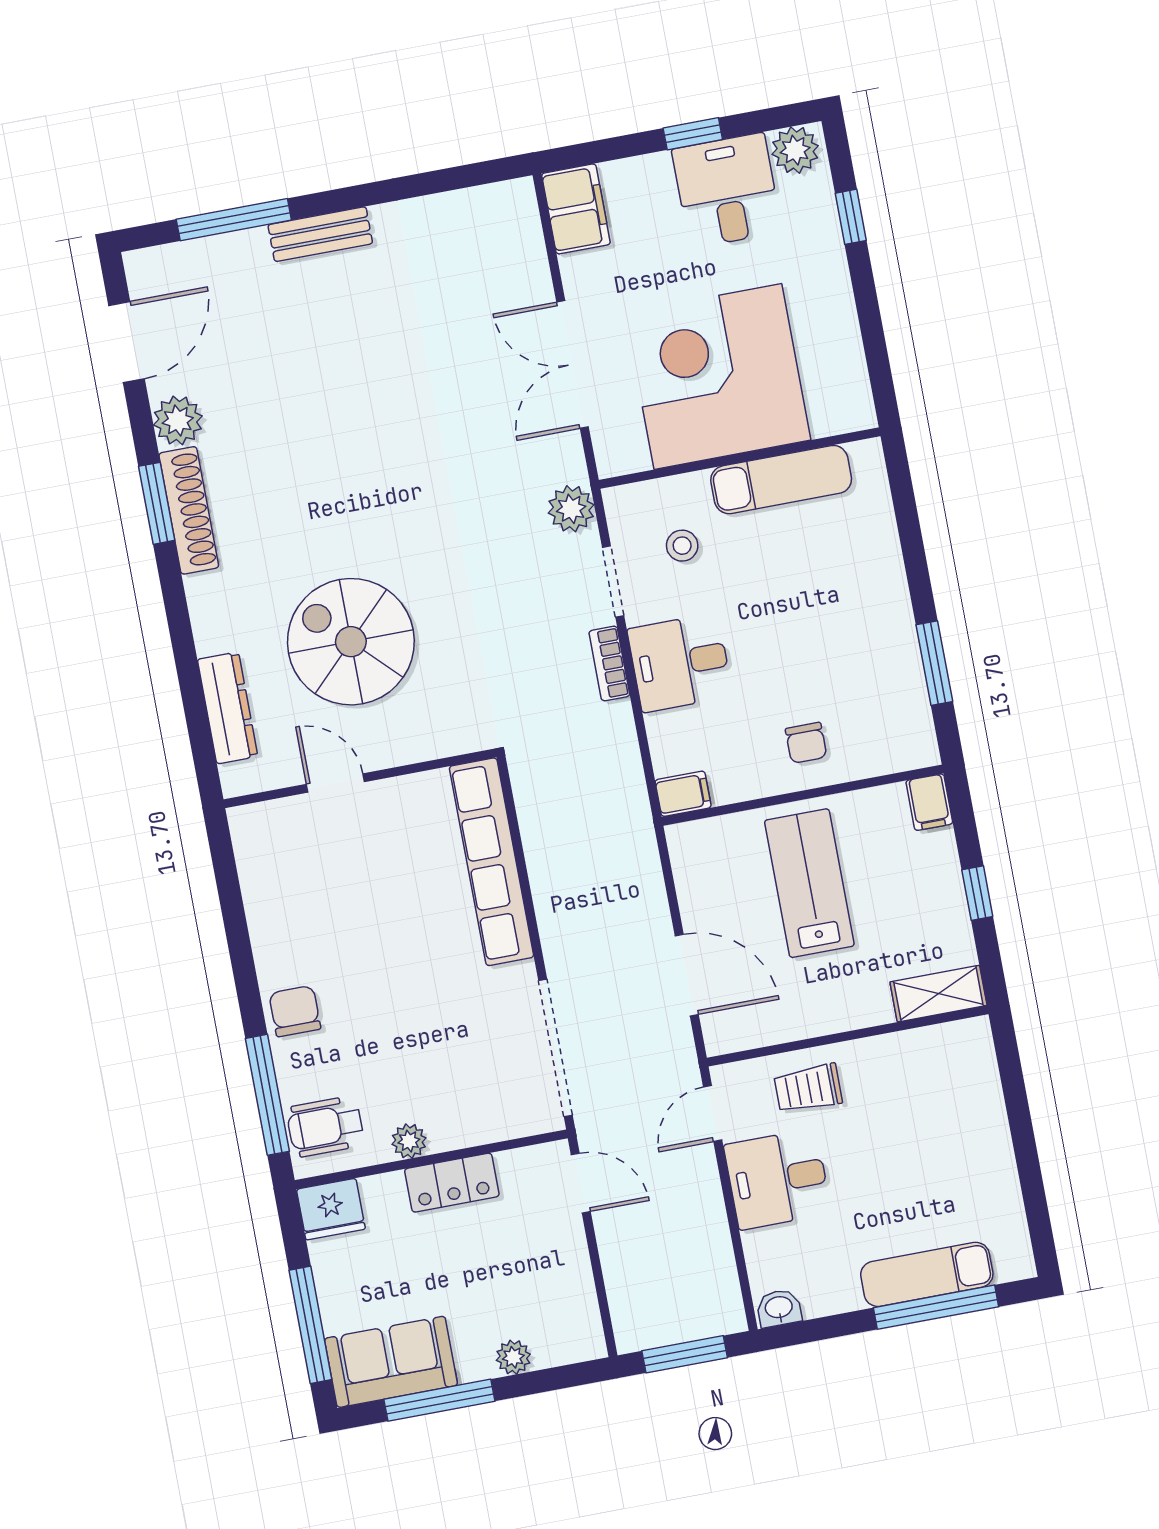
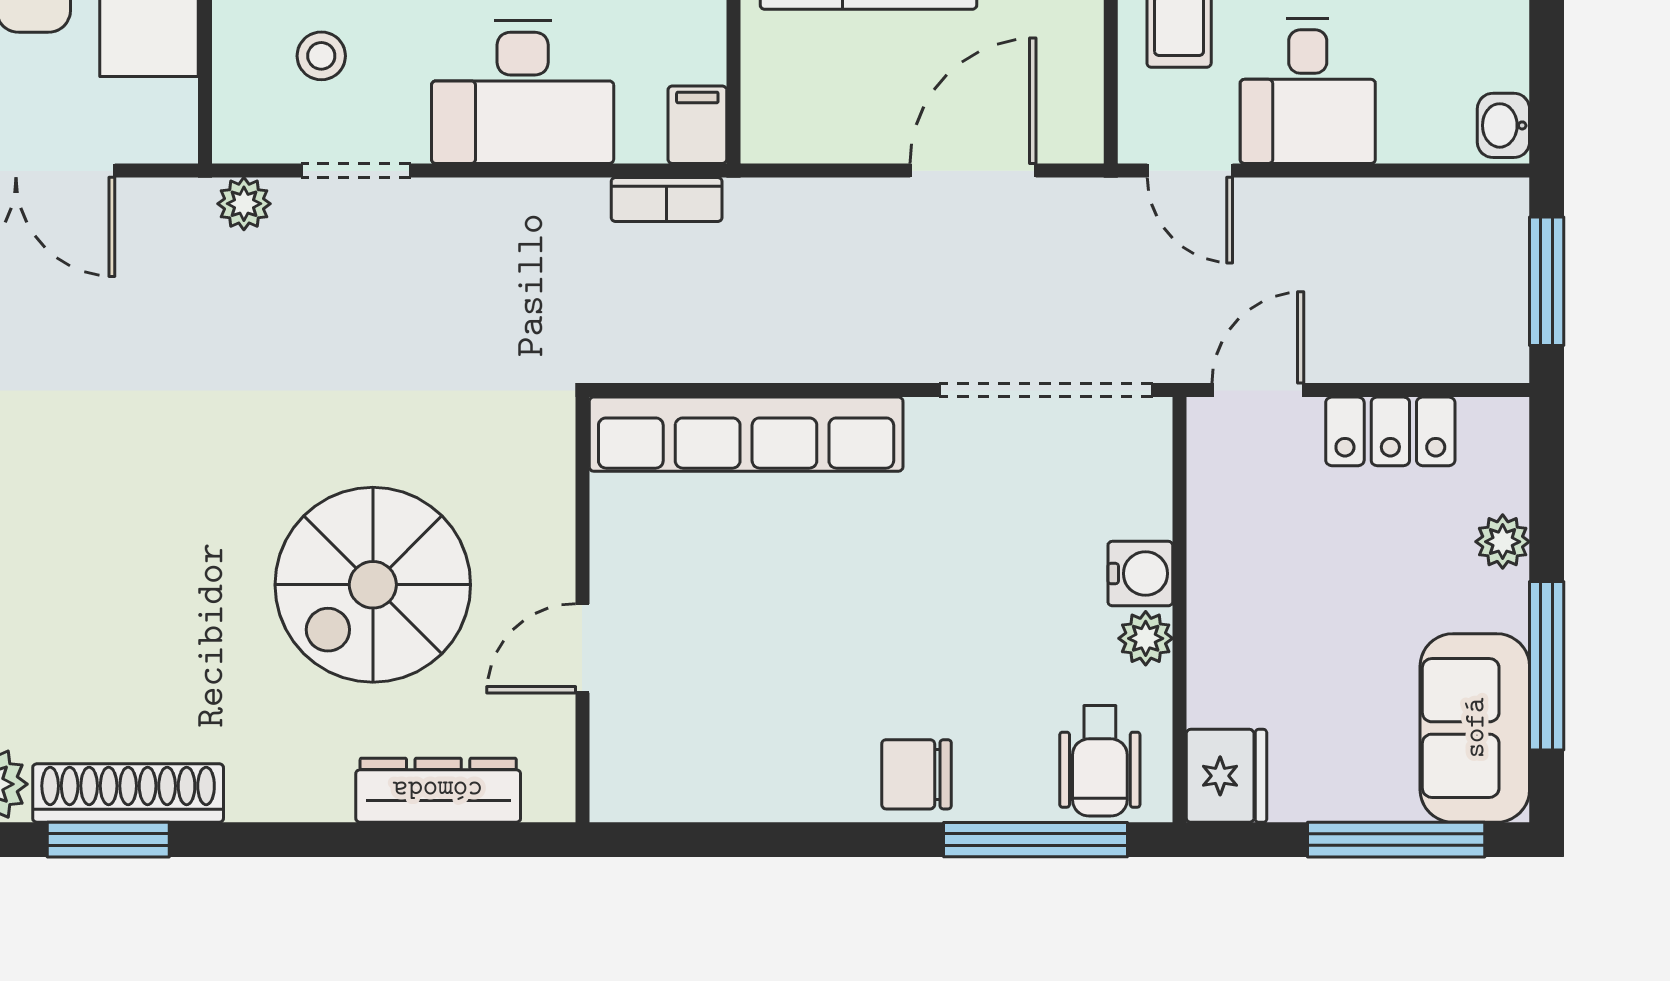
plant: (571, 509) -> (244, 204), width x0.73, depth x0.73
bookcase: (609, 663) -> (667, 199), moved
desk: (680, 663) -> (523, 92), width x1.37
water cooler: (450, 1130) -> (1140, 574), added
locker: (452, 1183) -> (1390, 431), moved, turned 90

